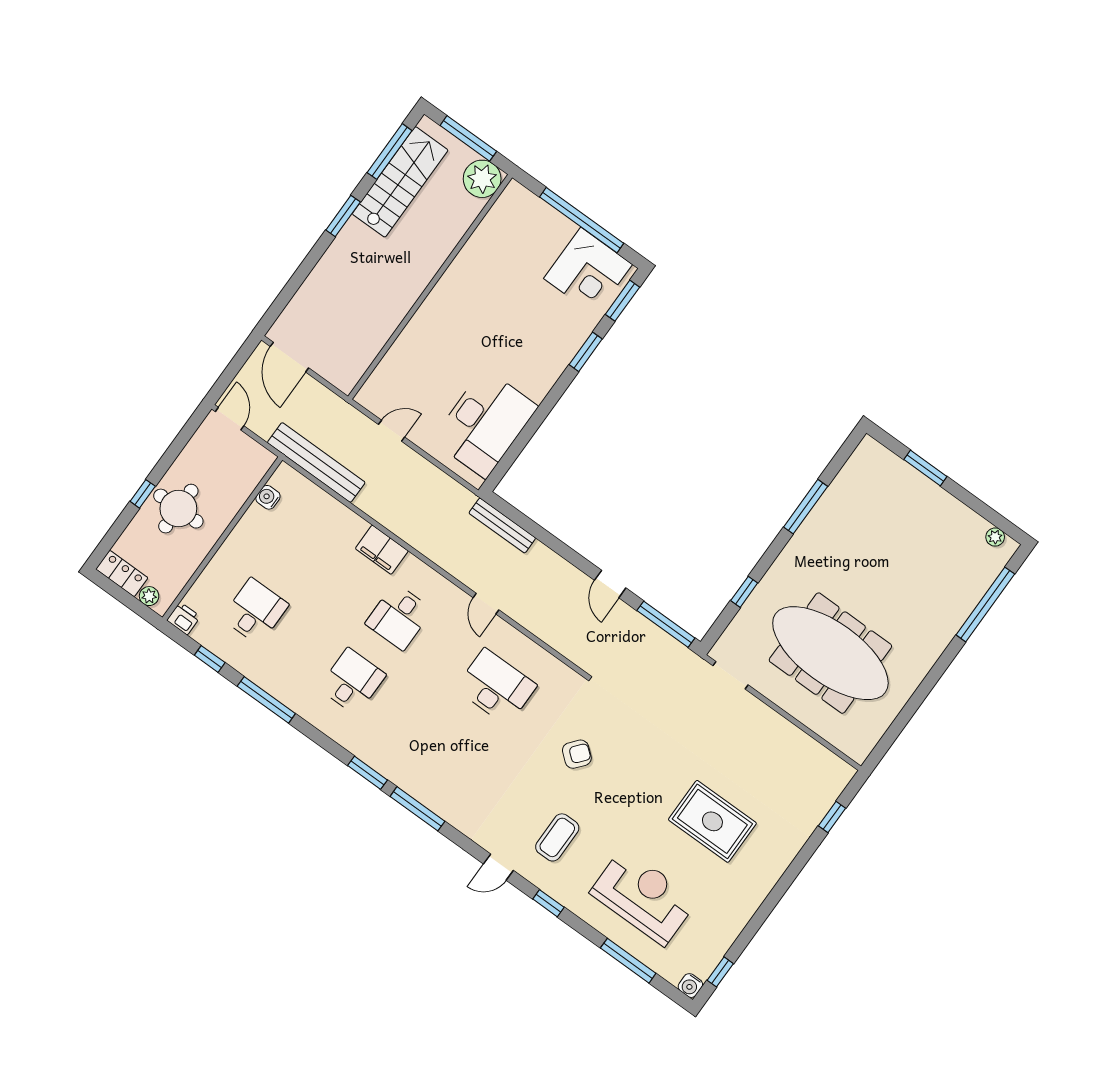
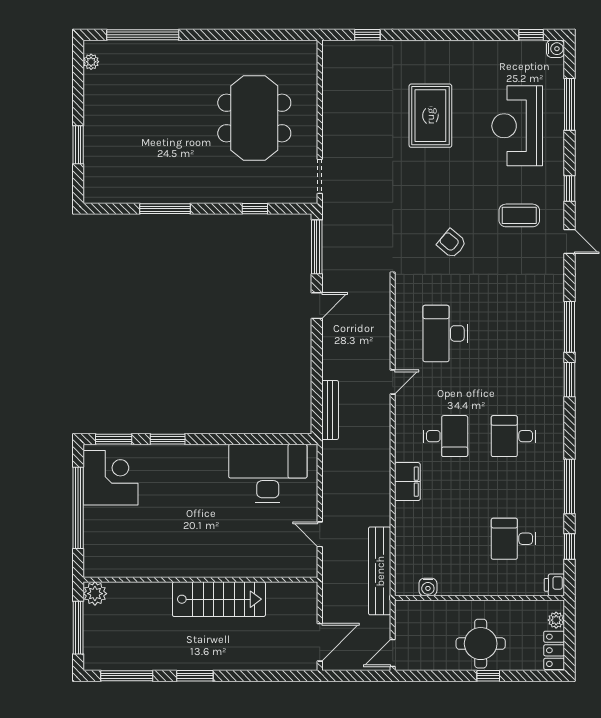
plant: (482, 179) -> (95, 594), width x0.73, depth x0.73
stairs: (400, 182) -> (219, 599), moved, turned 180
meeting table: (830, 653) -> (254, 118), width x0.73

